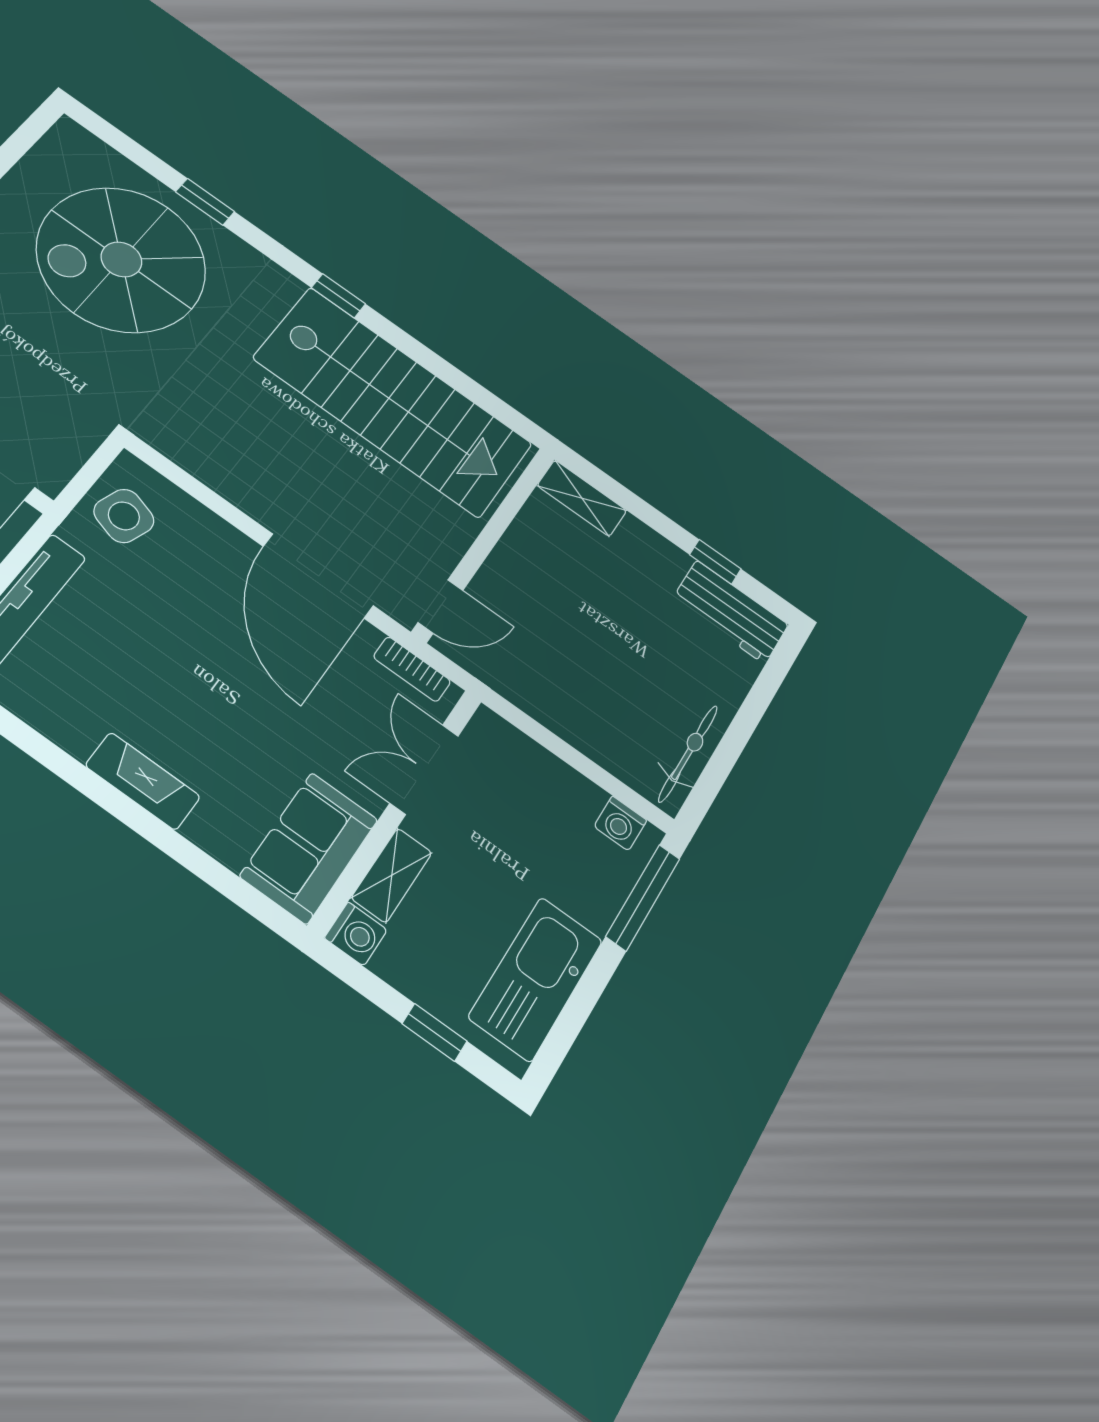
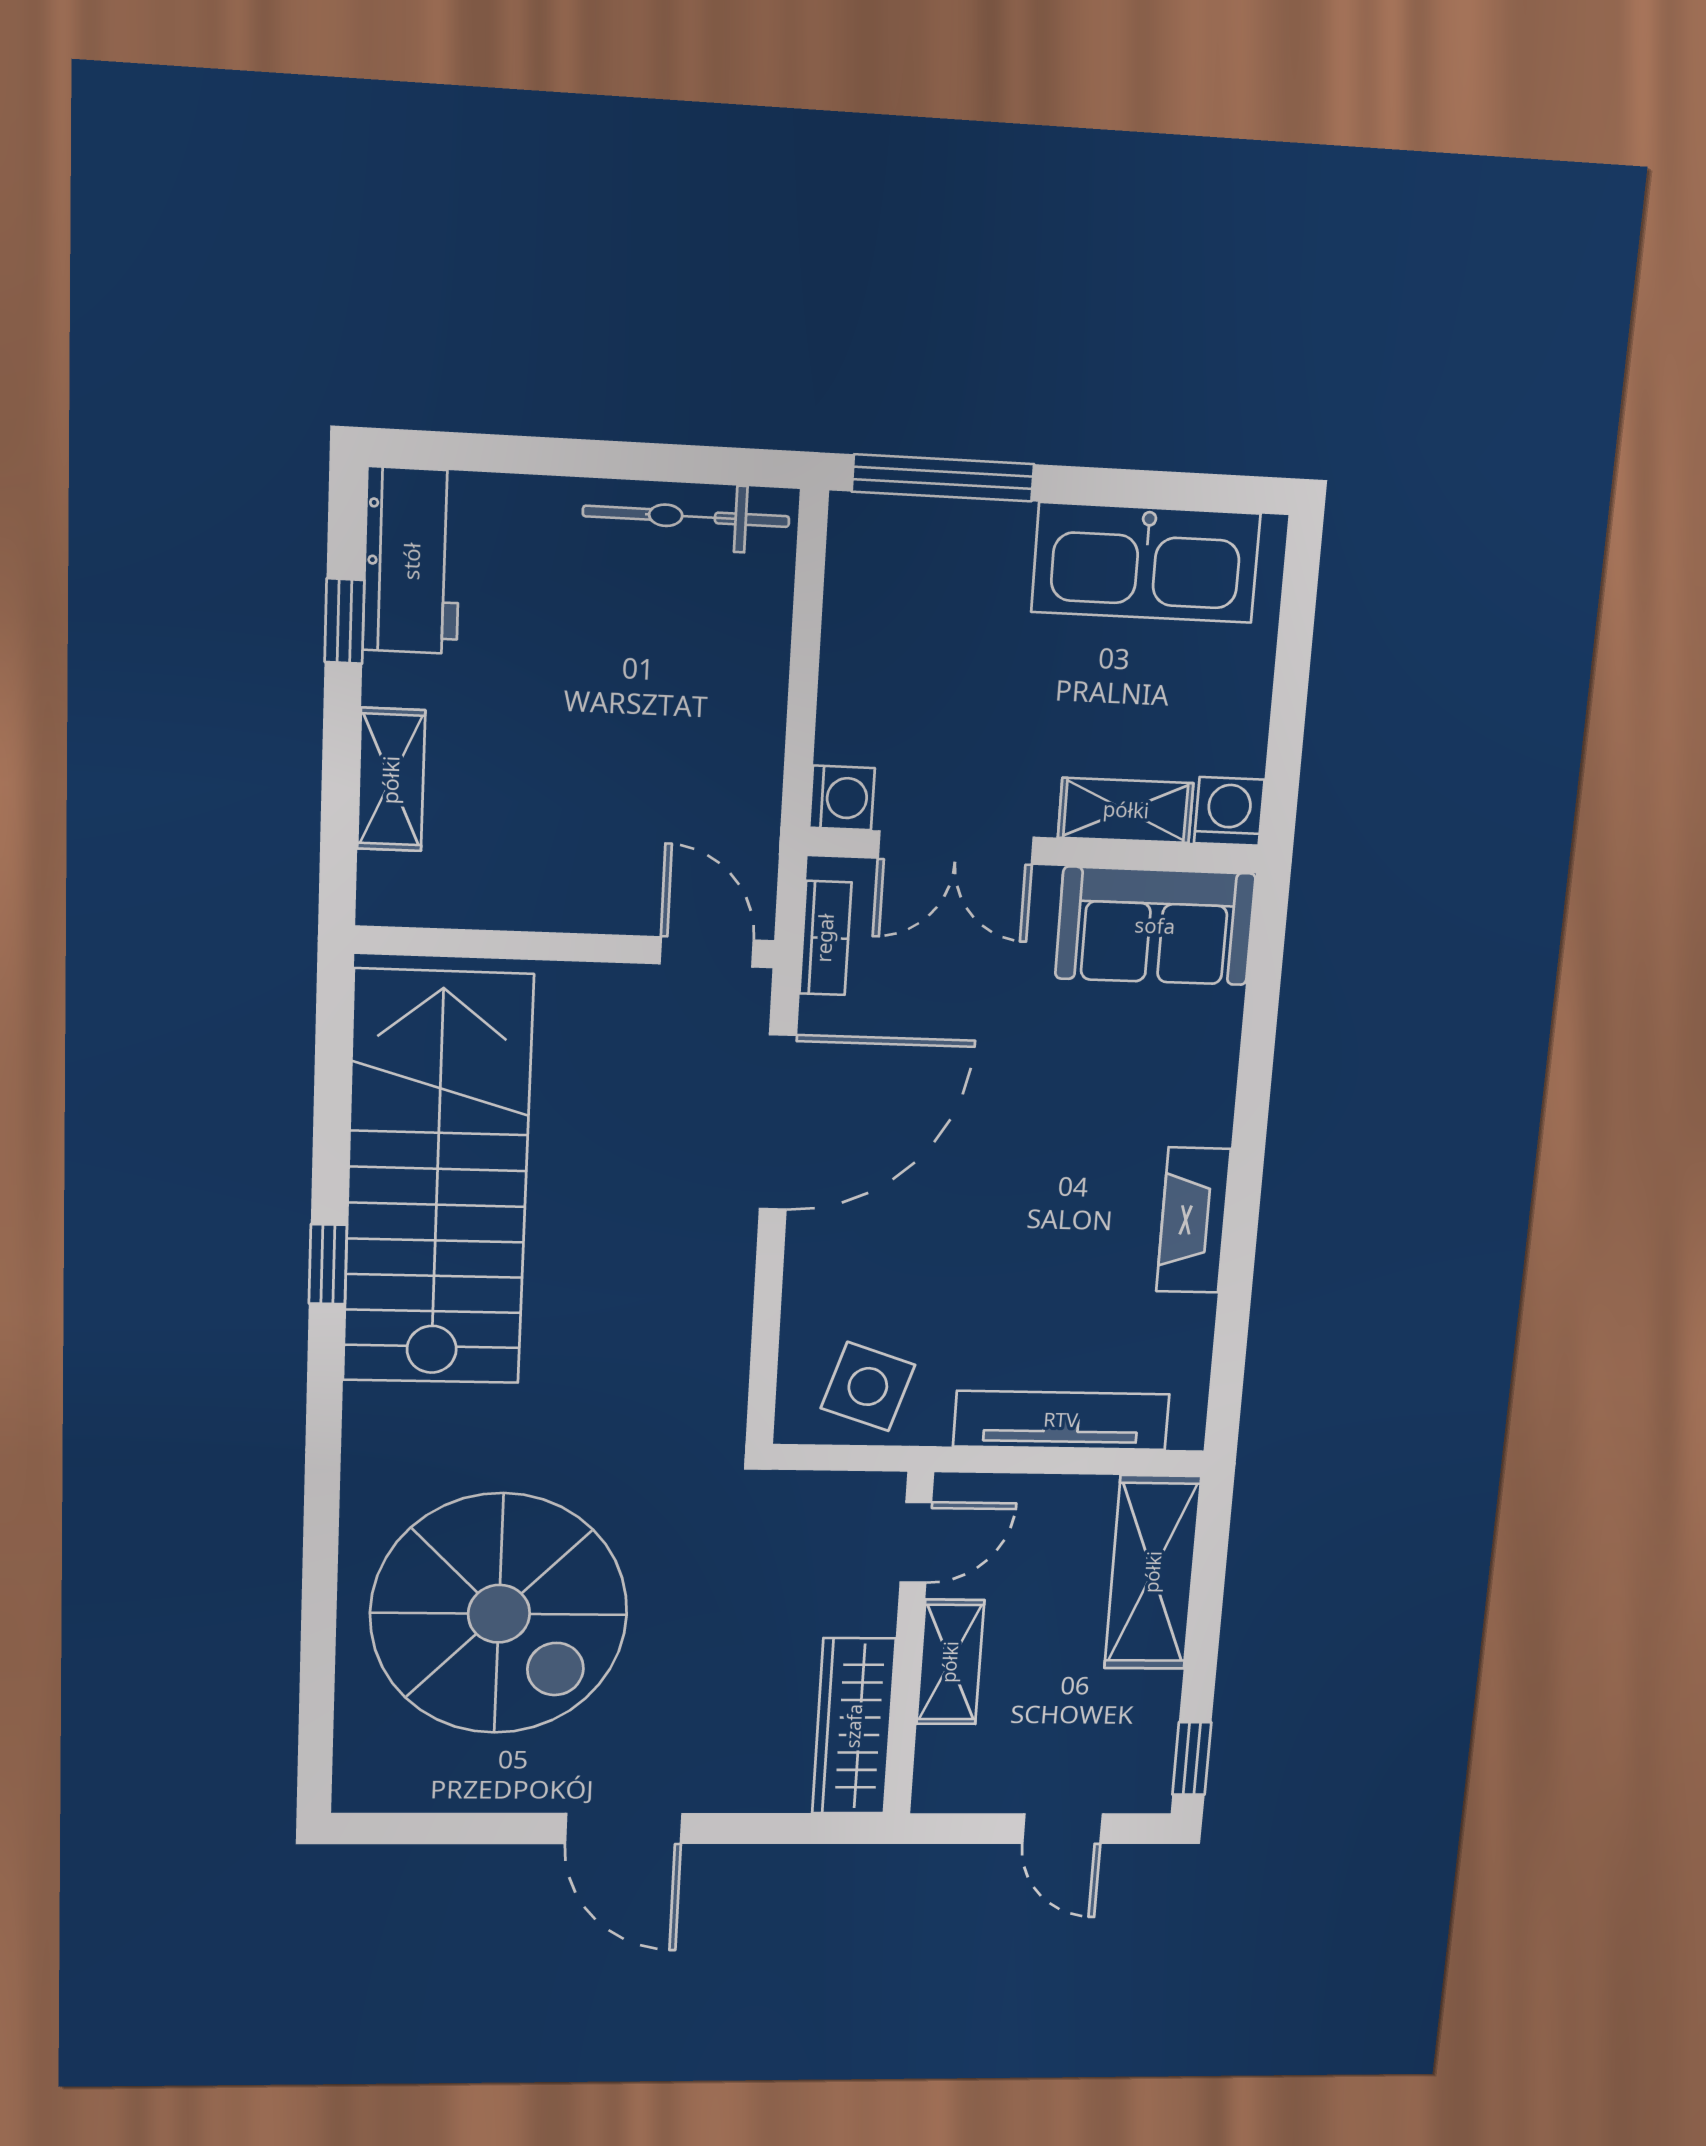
window: (205, 202) -> (320, 1578), removed
window: (338, 296) -> (328, 1264), moved
shelving: (582, 498) -> (391, 780), moved
fireplace: (143, 781) -> (1193, 1220), moved
washing machine: (620, 823) -> (842, 798), moved
window: (435, 1032) -> (1294, 652), removed

